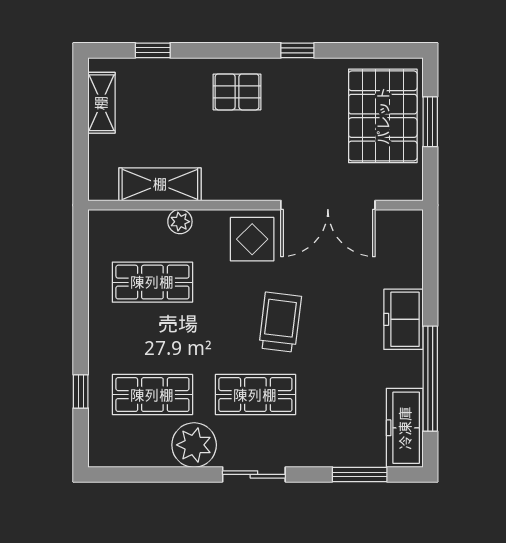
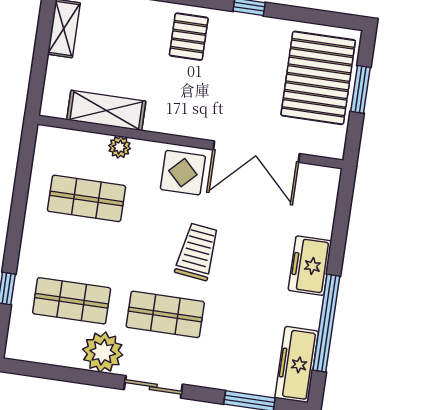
pallet: (237, 92) -> (189, 37), turned 90

